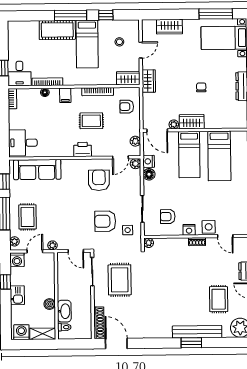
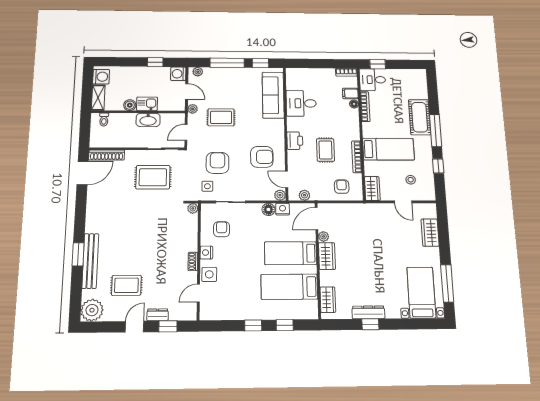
bed: (87, 44) -> (388, 149), moved, turned 180
wardrobe: (149, 81) -> (328, 300), moved, turned -90
chair: (201, 87) -> (365, 267), removed
filing cabinet: (65, 95) -> (350, 93), moved
desk: (23, 143) -> (301, 103), moved, turned -90
rug: (27, 217) -> (221, 117), moved
kitchen sink: (17, 295) -> (147, 104), moved, turned 180
washbasin: (64, 311) -> (148, 120), moved

